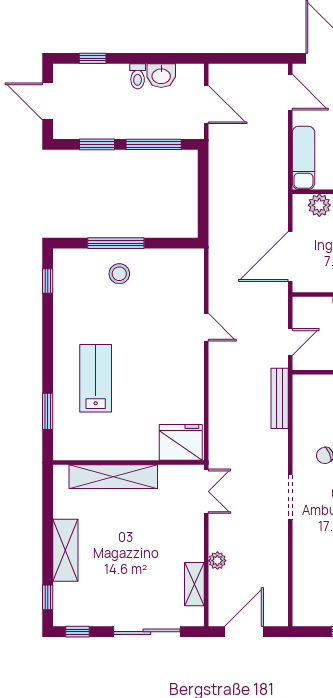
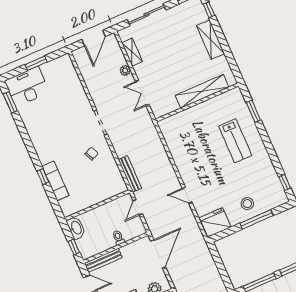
fridge: (181, 442) -> (215, 222), moved, turned 180
double door: (206, 491) -> (142, 93), moved

